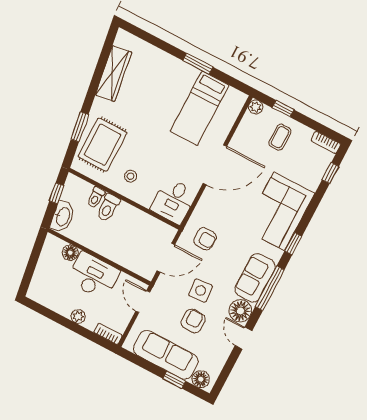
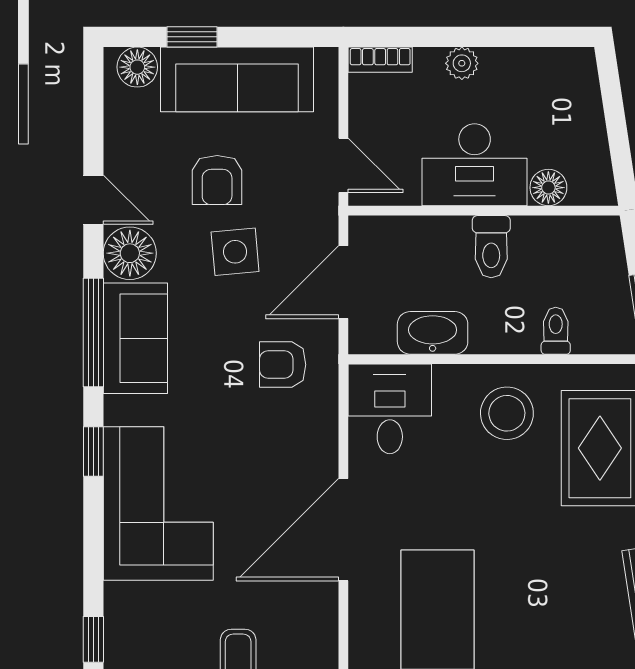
stool: (131, 176) -> (507, 413), width x1.89, depth x1.89
toilet: (108, 208) -> (491, 247), moved, turned 180
washbasin: (63, 217) -> (433, 333), moved, turned 99

